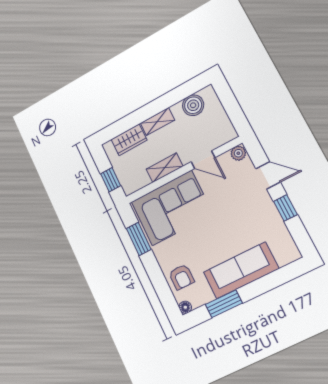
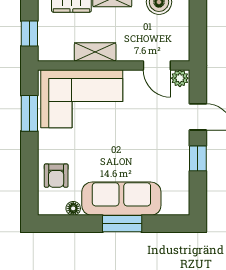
door: (203, 160) -> (157, 65), moved
window: (224, 304) -> (122, 224), moved
floor lamp: (185, 307) -> (73, 208), moved

